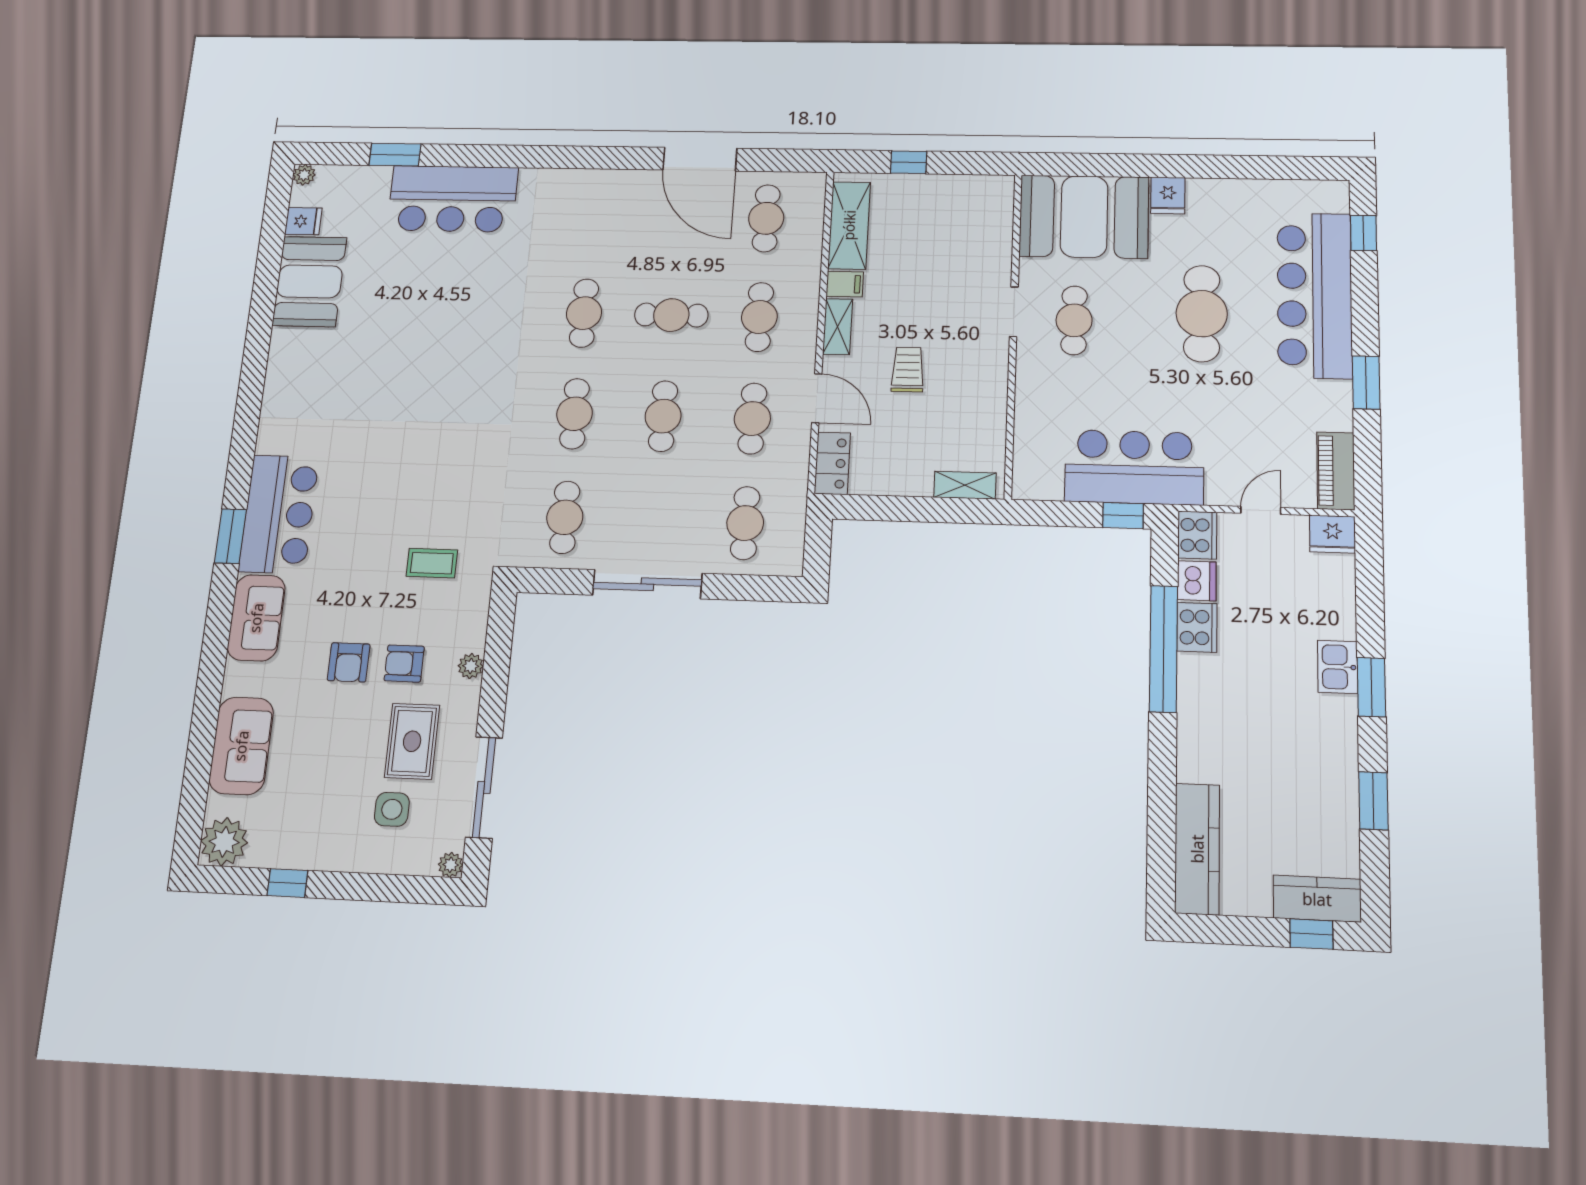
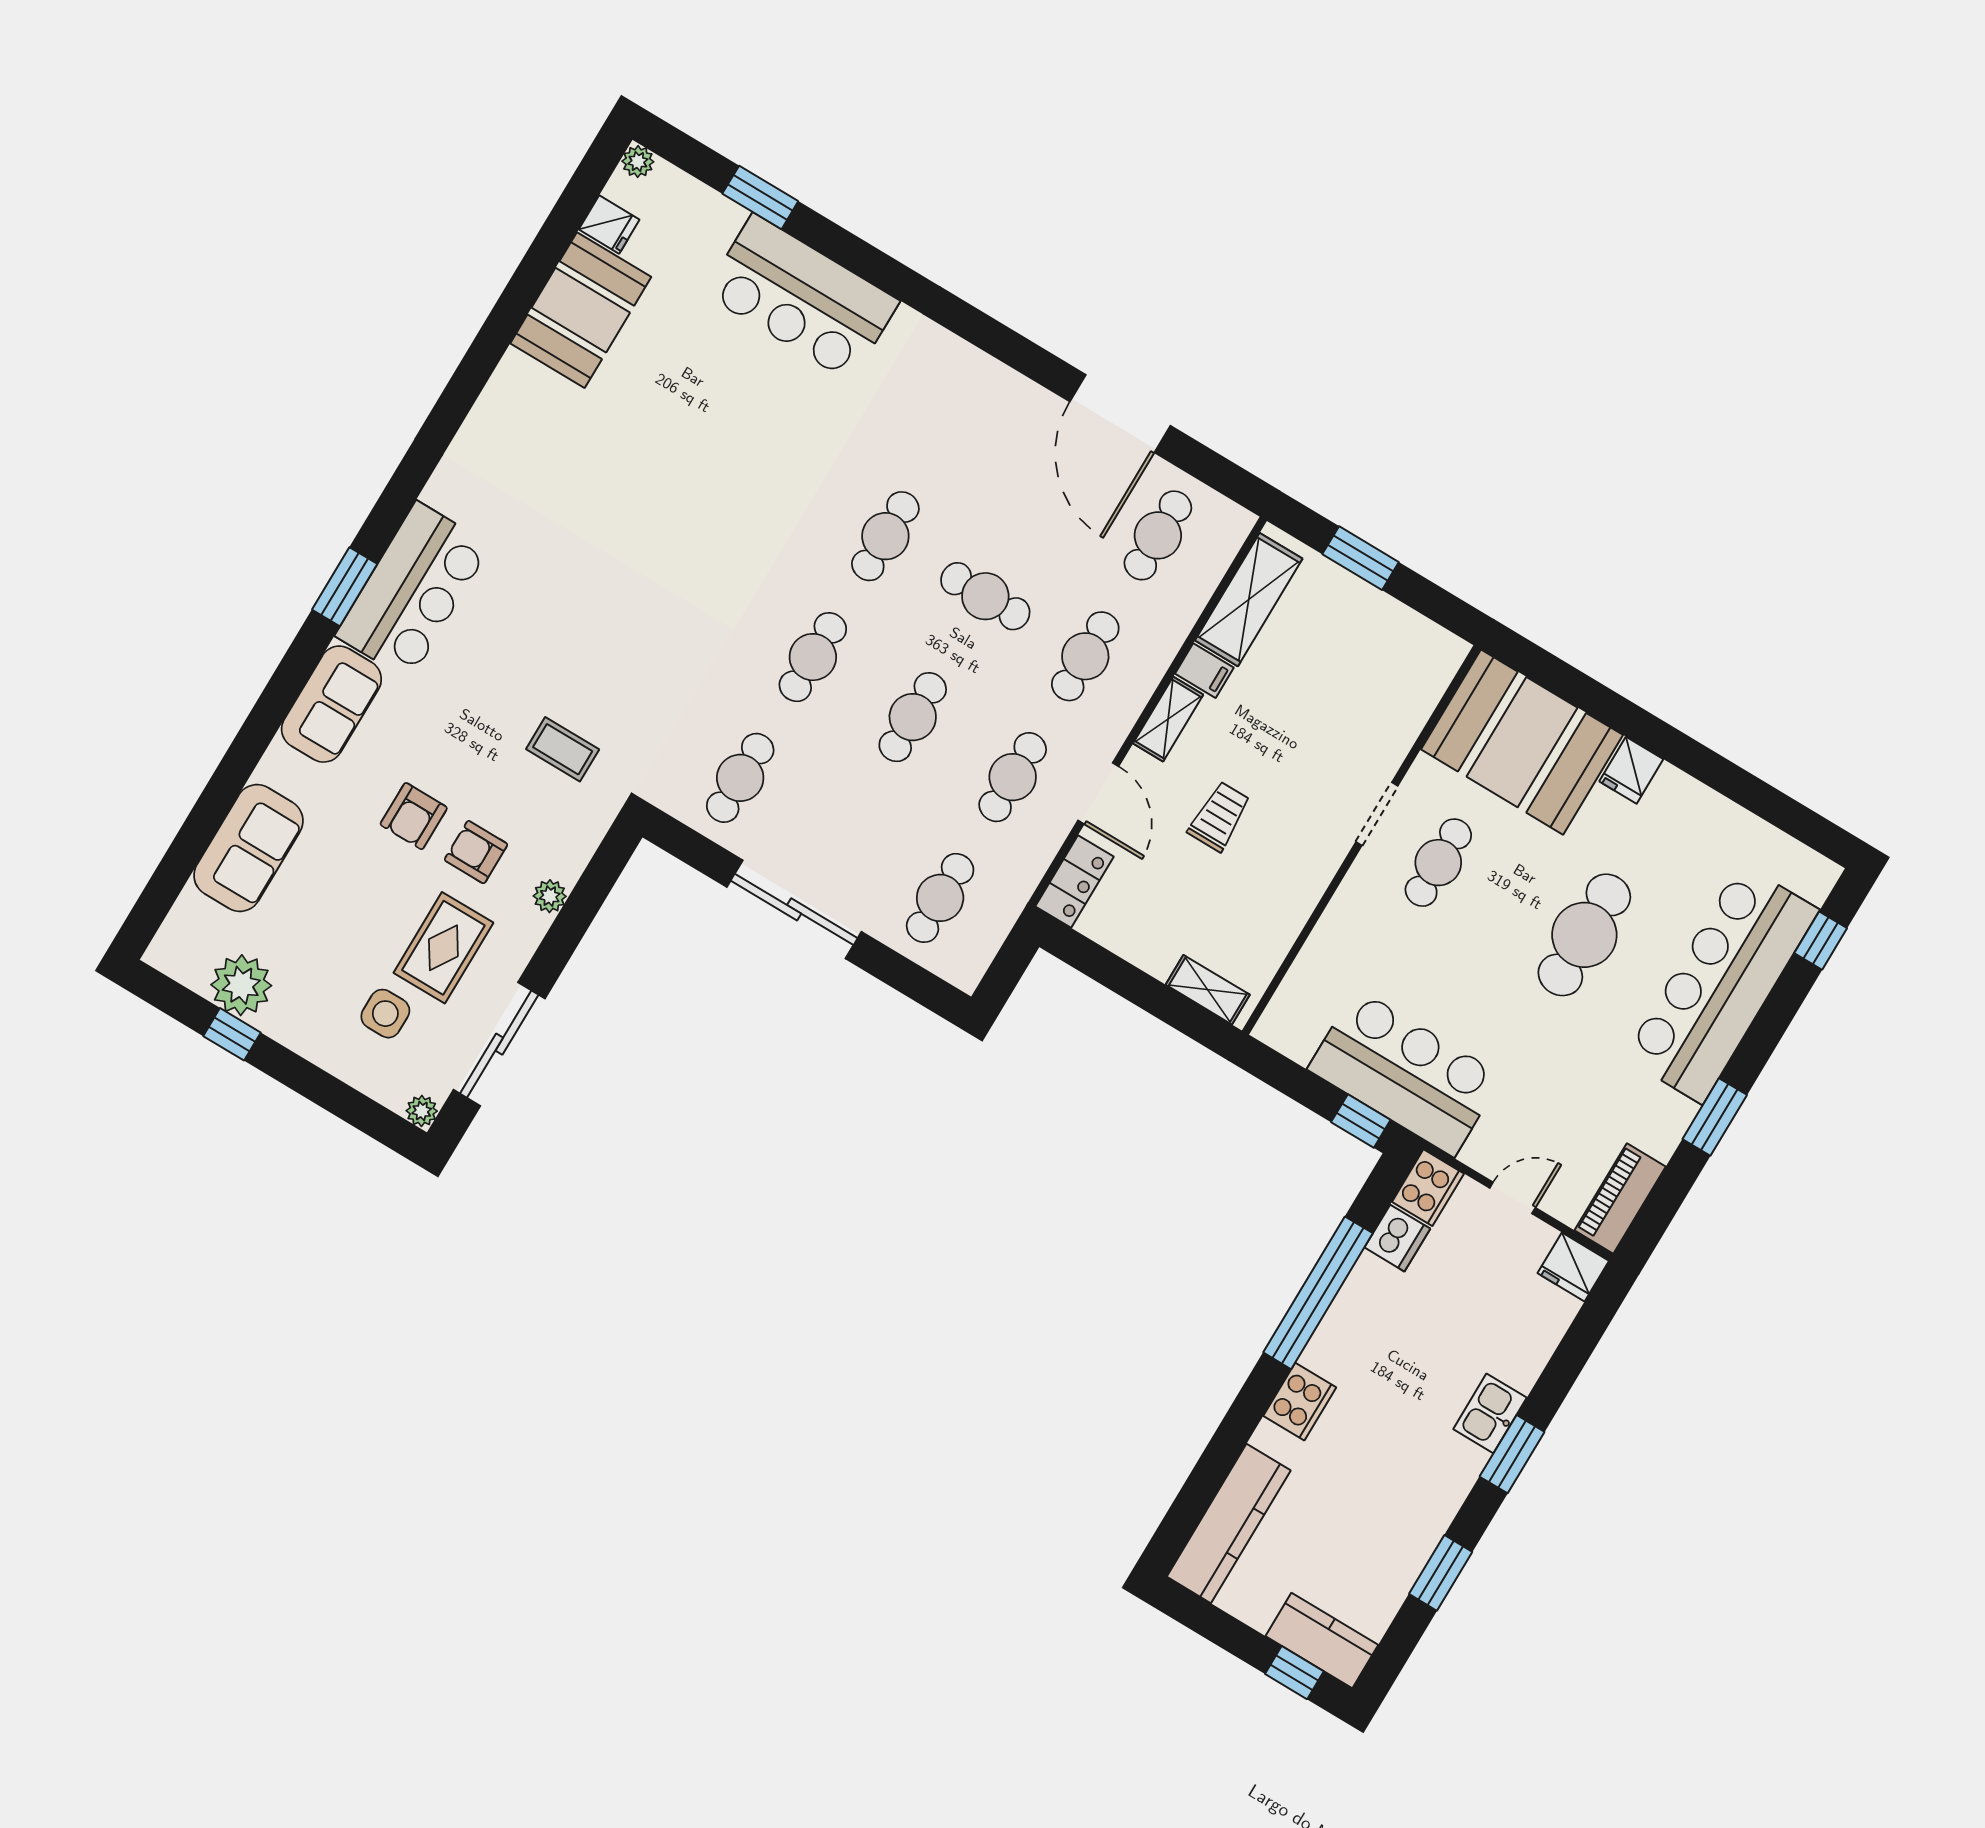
window: (909, 162) -> (1361, 558), width x1.50
cooker: (1197, 627) -> (1300, 1402), moved
plant: (224, 842) -> (241, 985), moved

